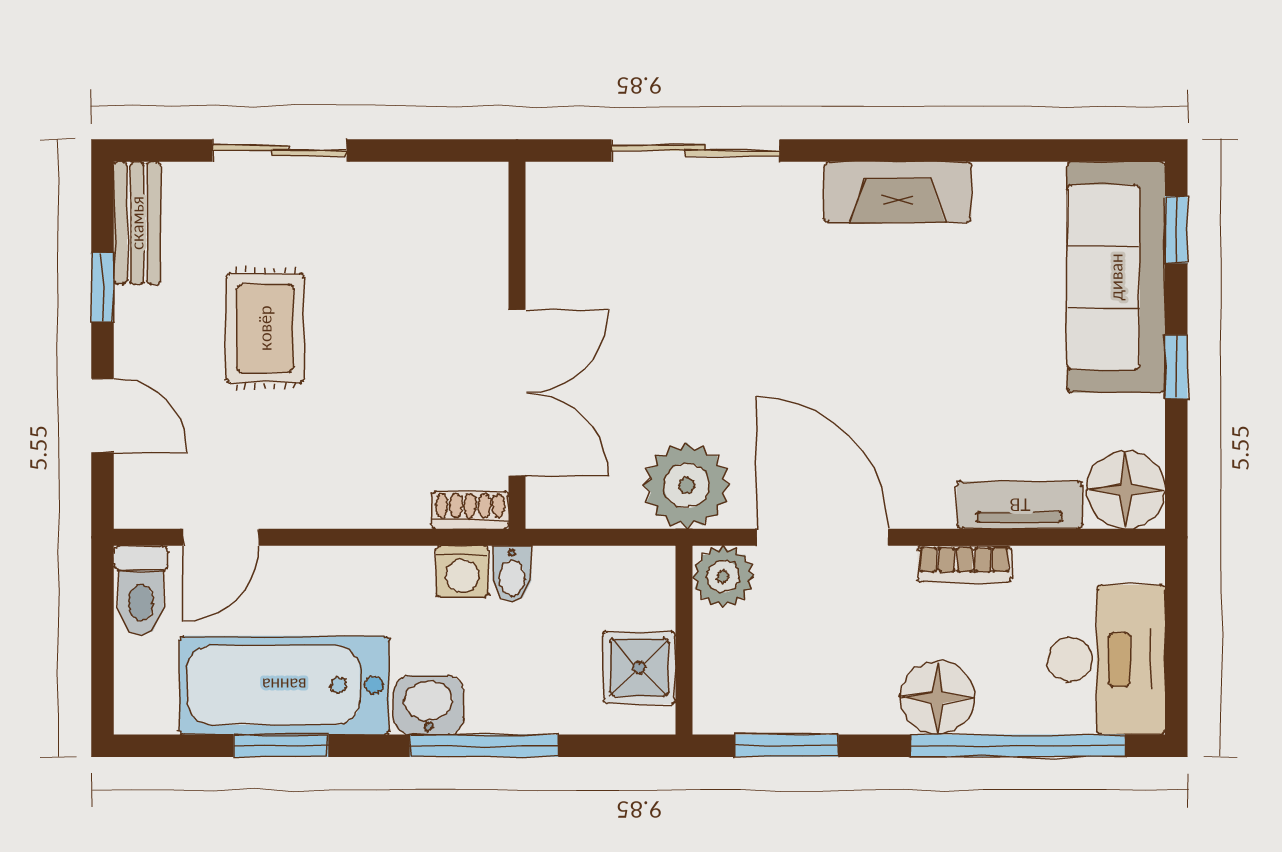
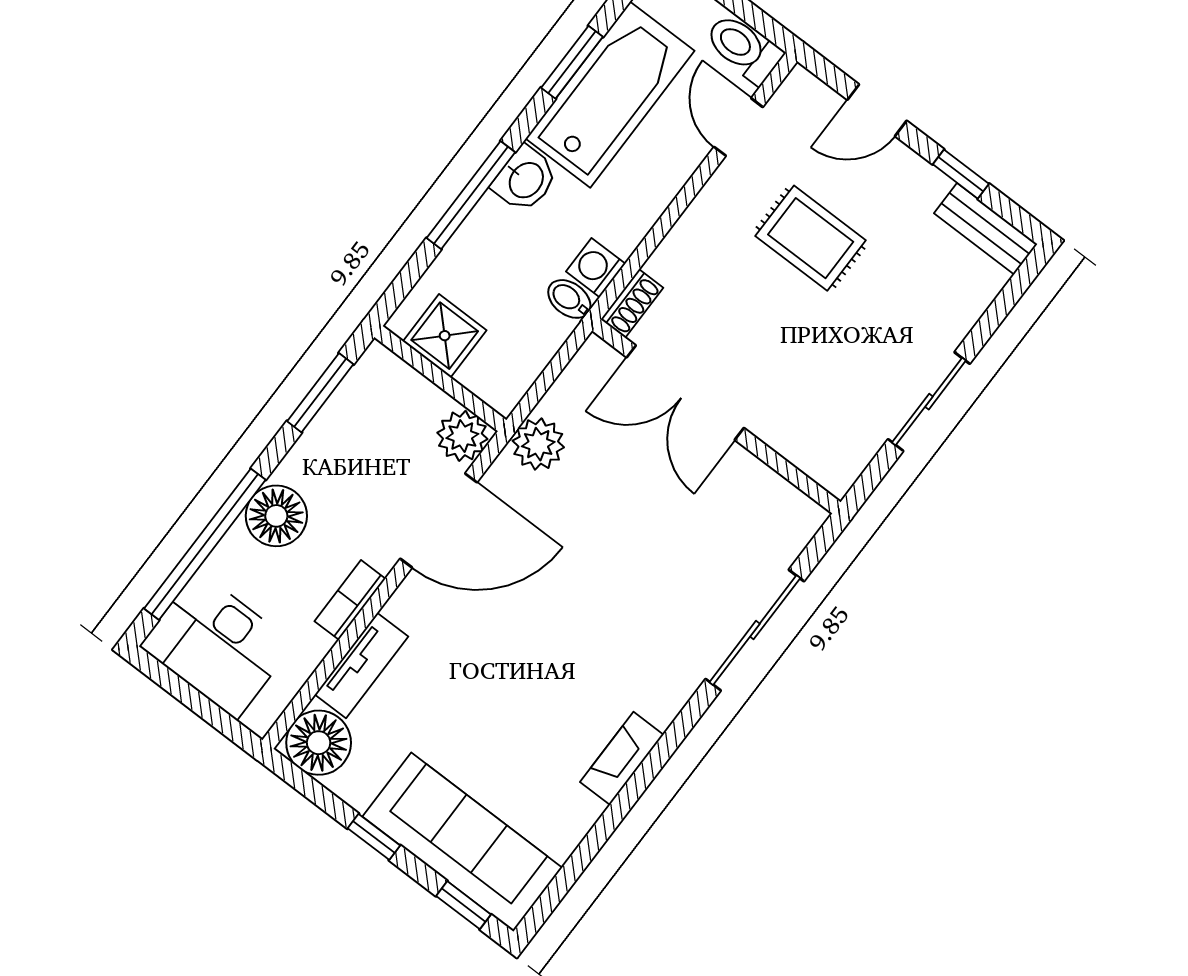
sliding door: (279, 151) -> (929, 402), moved
fireplace: (898, 192) -> (622, 758), width x0.73, depth x0.76
rug: (265, 328) -> (811, 238), moved
plant: (687, 486) -> (538, 444), width x0.73, depth x0.73

